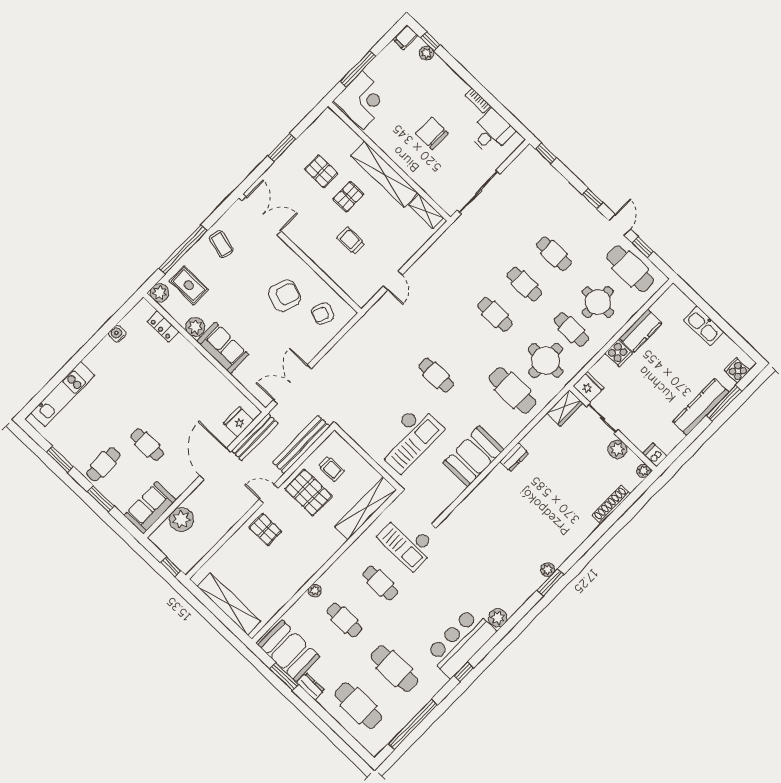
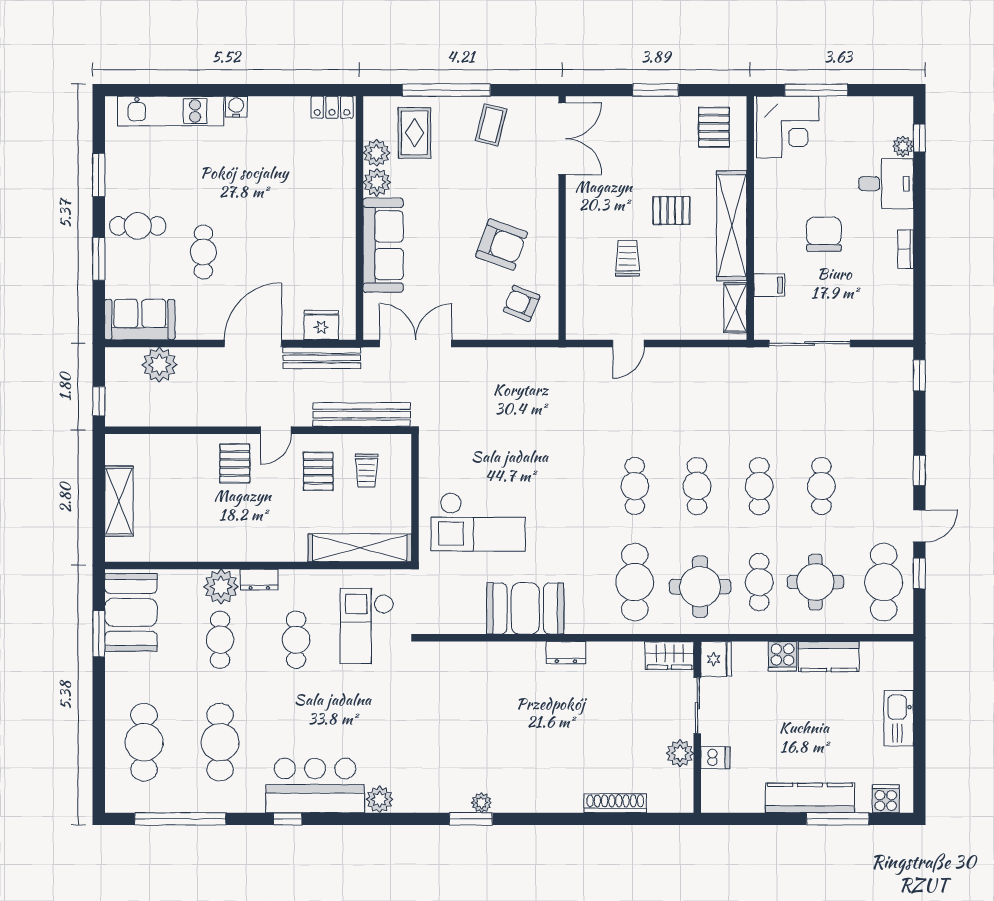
filing cabinet: (405, 37) -> (769, 285), moved, turned 180
desk: (491, 132) -> (886, 184), moved
pallet: (321, 171) -> (714, 127), moved
plant: (159, 293) -> (376, 153), moved
locker: (163, 326) -> (332, 107), moved, turned -90
water cooler: (117, 334) -> (236, 107), moved
sofa: (223, 348) -> (383, 245), width x1.36
cafe table: (436, 375) -> (635, 486), moved
dishwasher: (655, 455) -> (715, 758), moved, turned 90
plant: (643, 471) -> (684, 803), removed
pallet: (309, 493) -> (318, 471), width x0.67, depth x0.71
door: (268, 494) -> (276, 430), swing flipped
plant: (315, 591) -> (221, 587), width x1.87, depth x1.87
shelving: (229, 604) -> (119, 501), width x0.68
dresser: (311, 686) -> (259, 580), moved, turned 90

